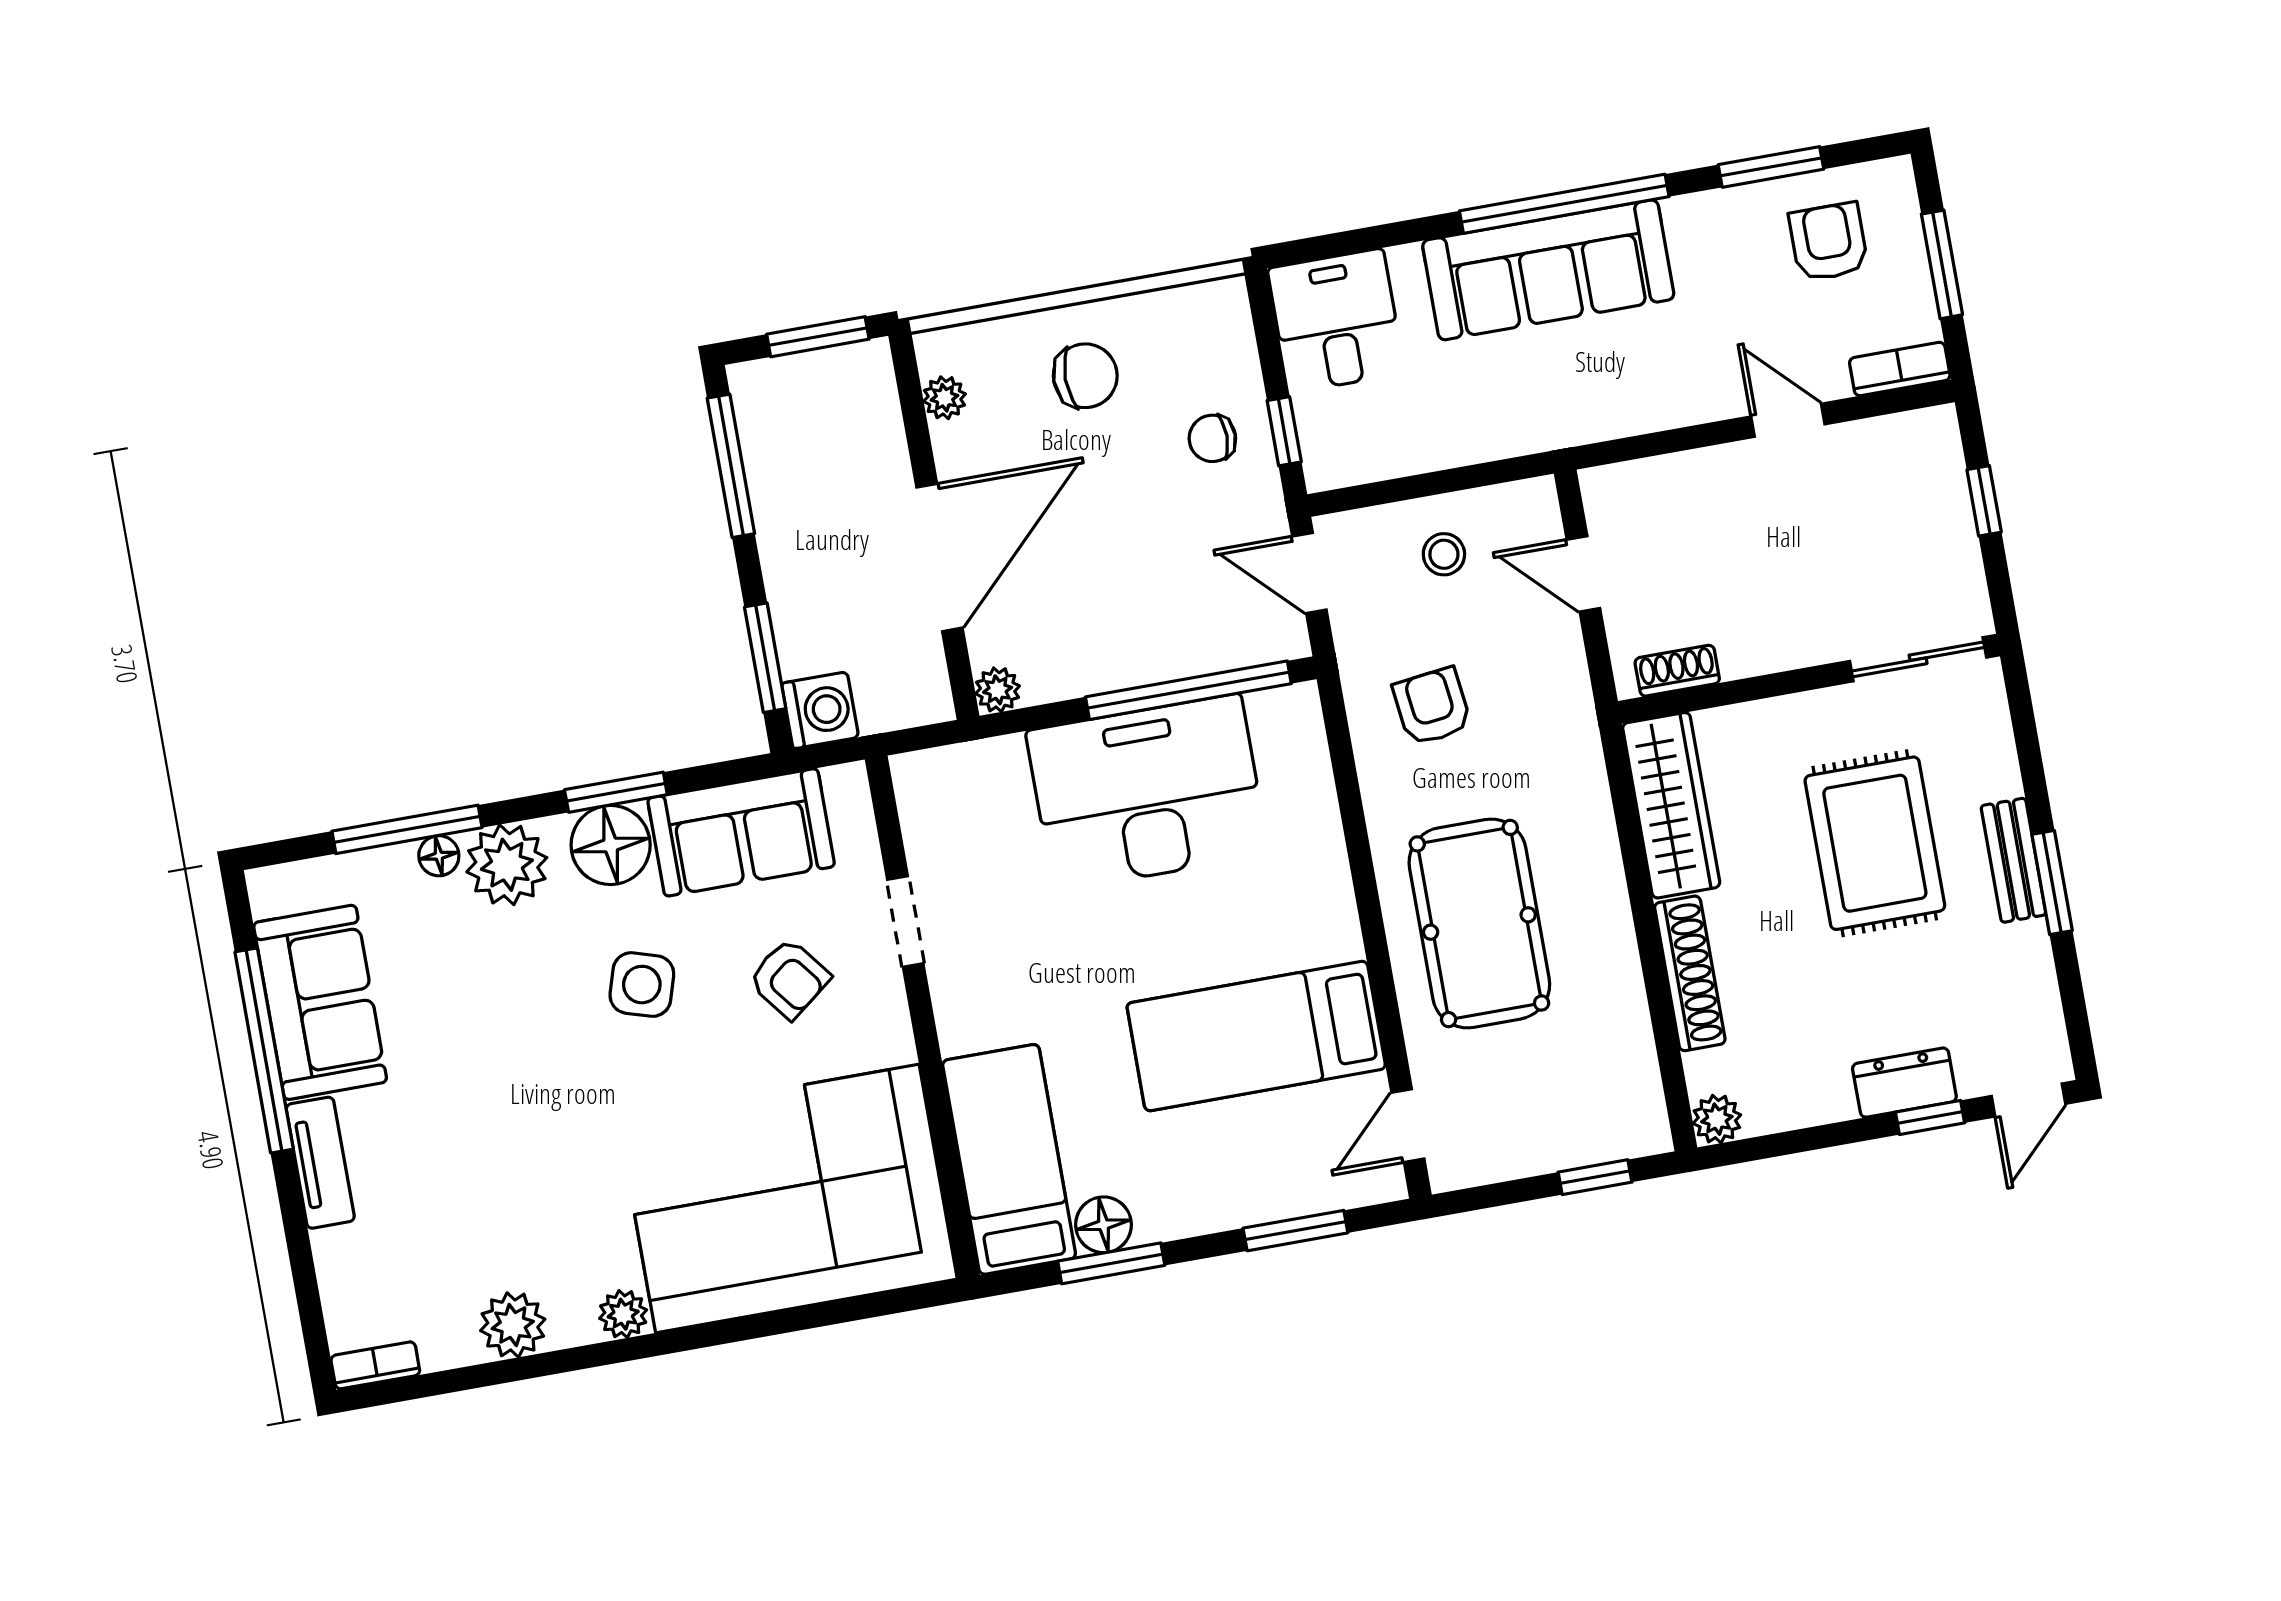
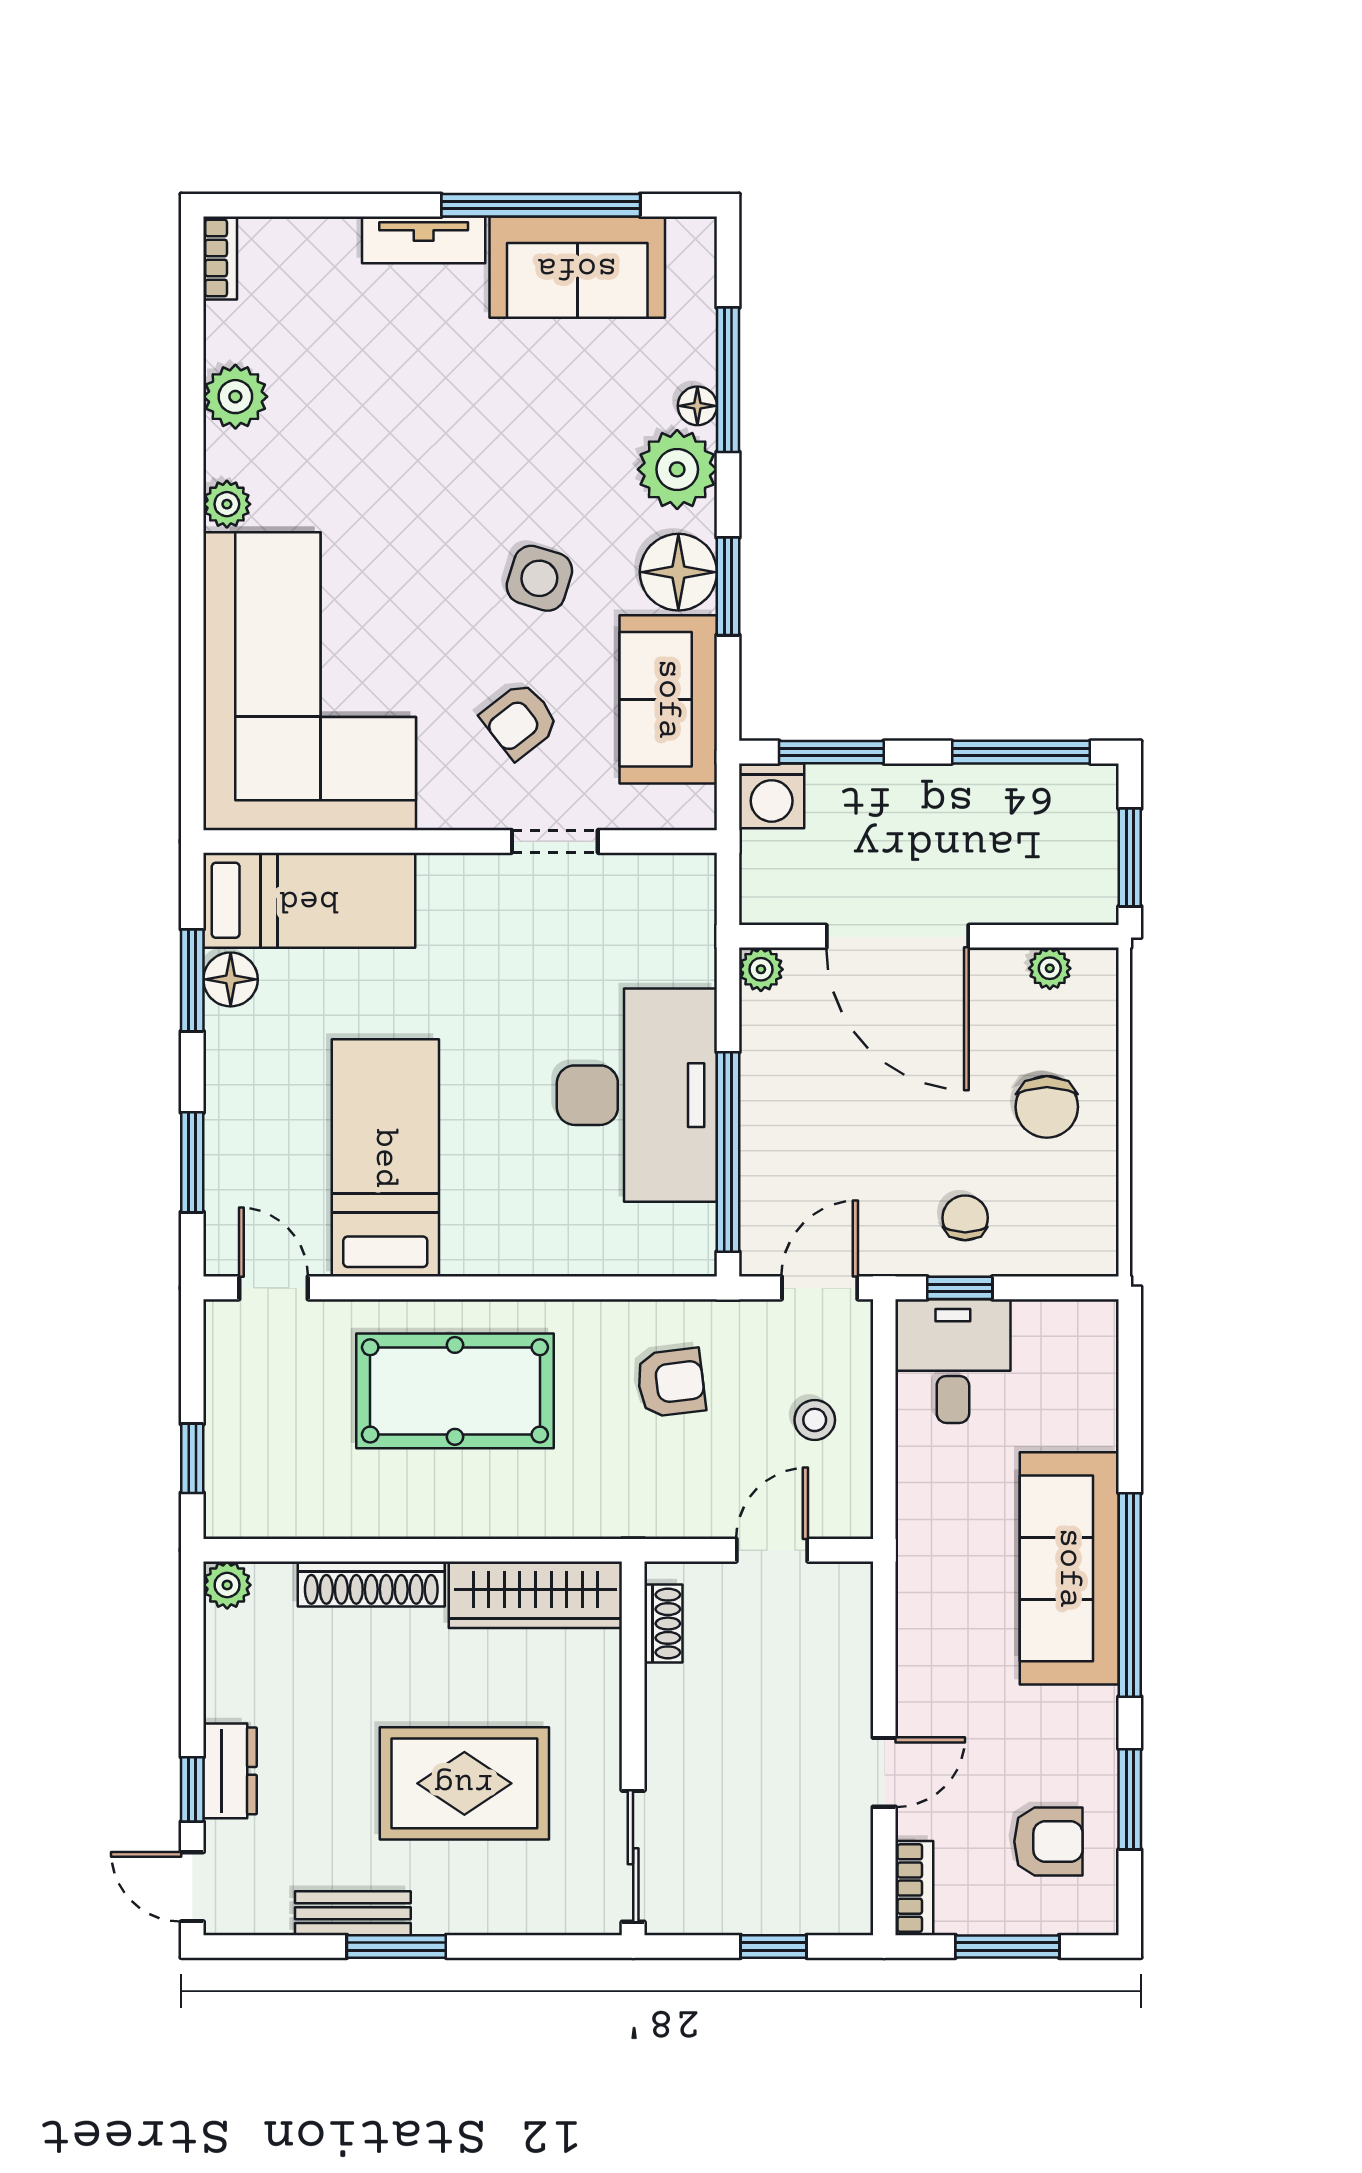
desk: (1336, 321) -> (953, 1361), moved, turned -90
bench: (2013, 860) -> (353, 1913), moved

